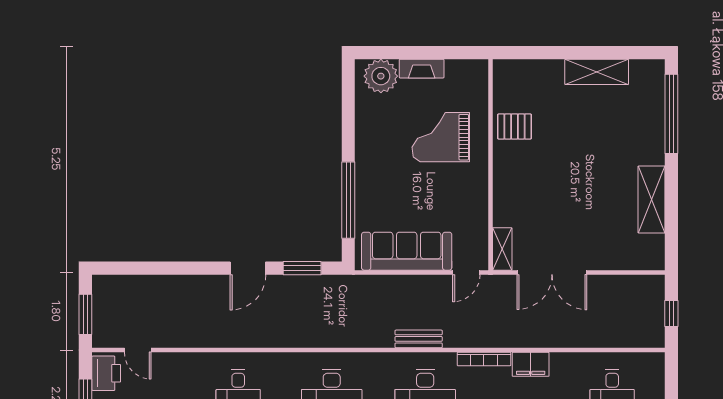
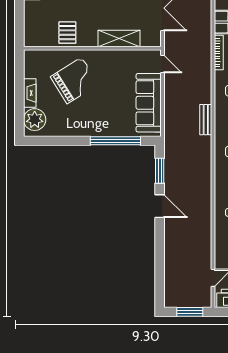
grand piano: (441, 137) -> (74, 81), turned -122
shelving: (502, 249) -> (119, 38), moved, width x1.50, depth x1.33
bench: (419, 339) -> (206, 120), moved

